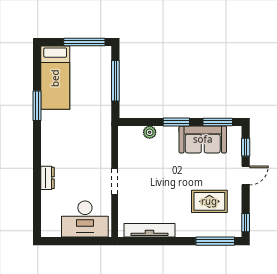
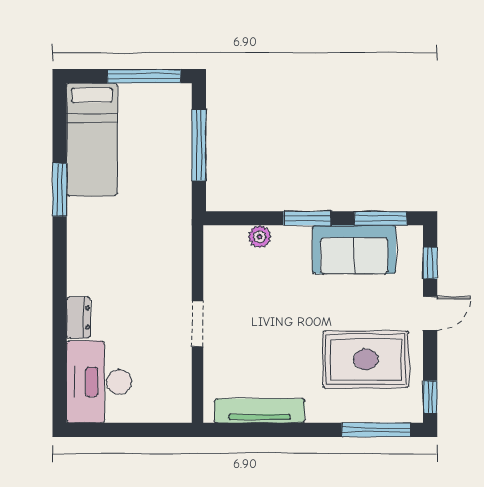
rug: (209, 201) -> (366, 359), width x1.36, depth x1.43
desk: (85, 219) -> (99, 382), moved, turned 90

